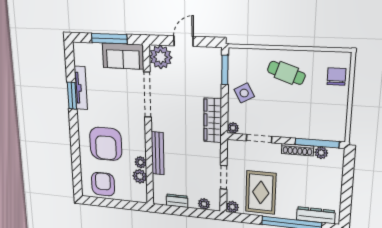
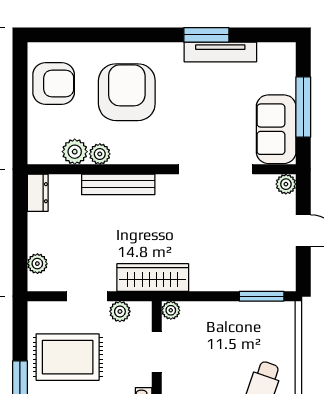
plant: (161, 57) -> (286, 184), width x0.53, depth x0.53
side table: (244, 93) -> (227, 327), removed
wardrobe: (213, 120) -> (153, 278), moved
armchair: (106, 144) -> (127, 92), turned 90
dresser: (177, 201) -> (38, 193), moved
plant: (232, 207) -> (120, 311), moved

